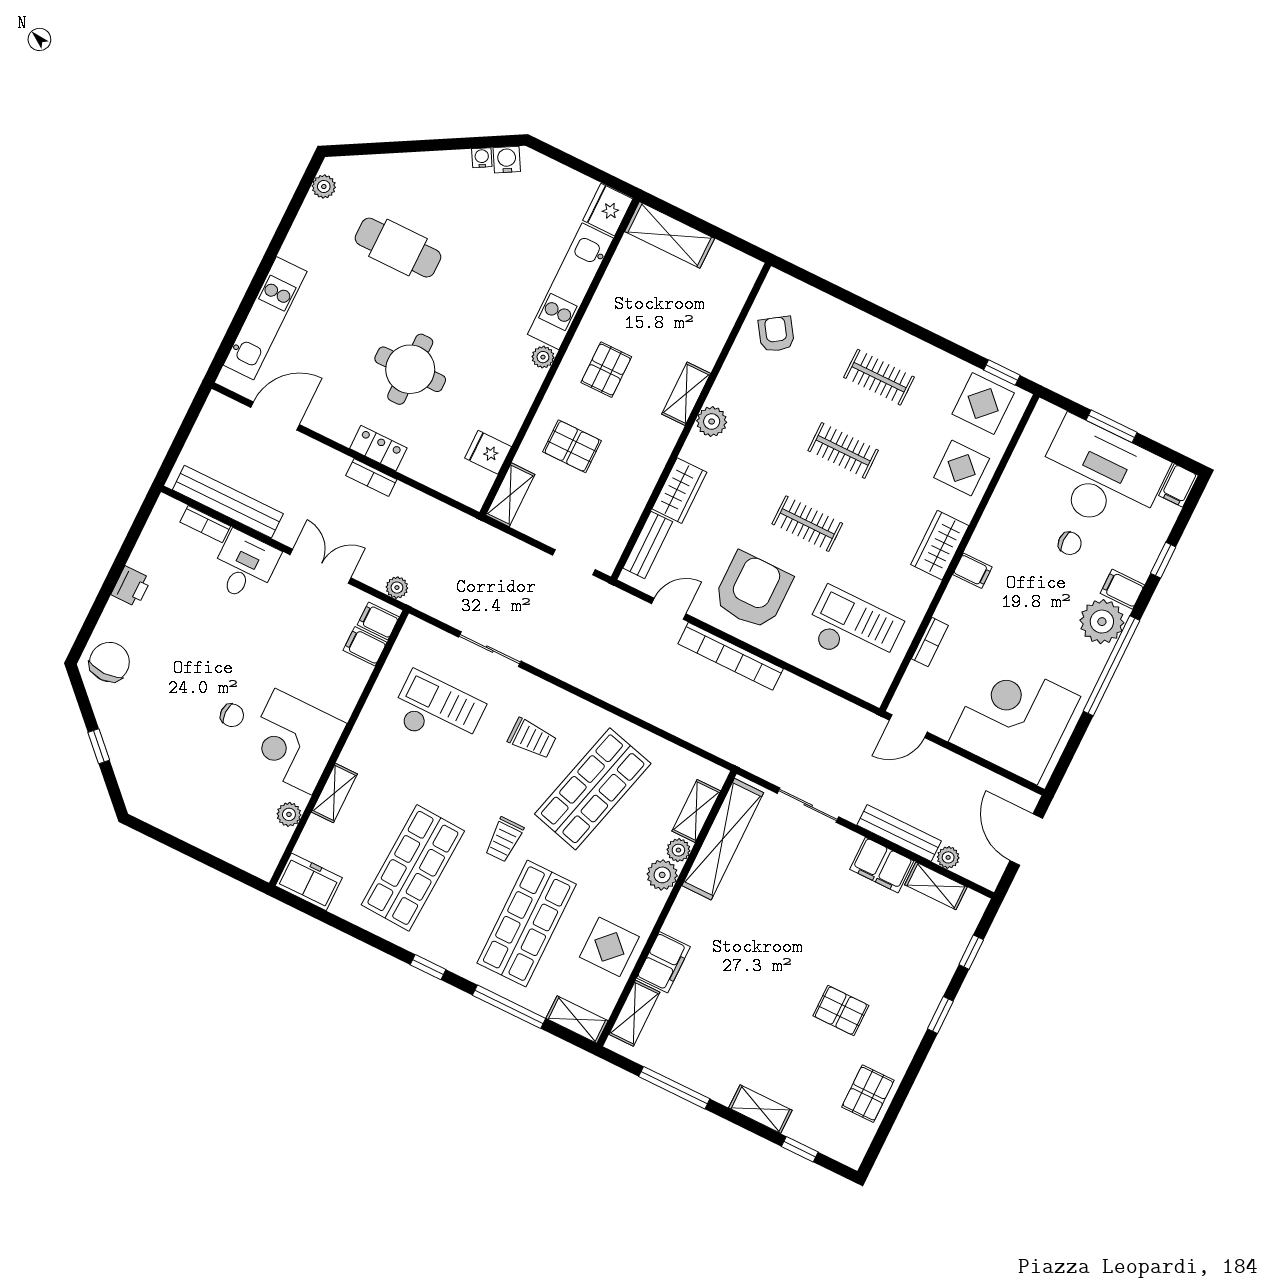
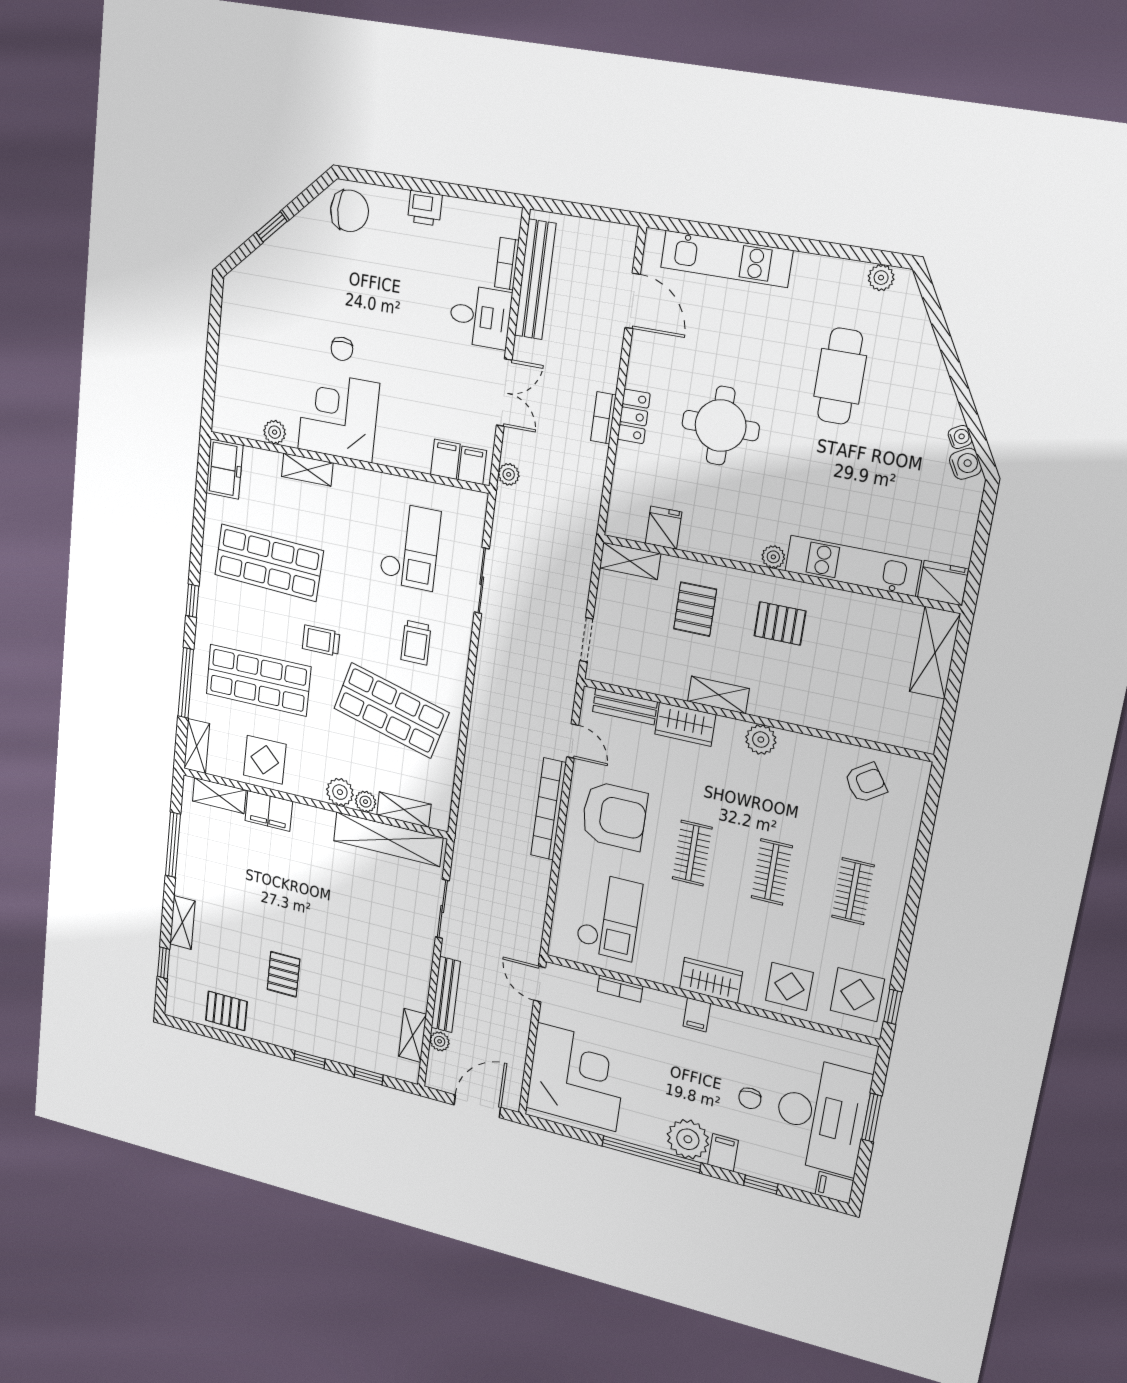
shelving: (686, 394) -> (718, 695), moved
filing cabinet: (882, 865) -> (414, 985), removed

